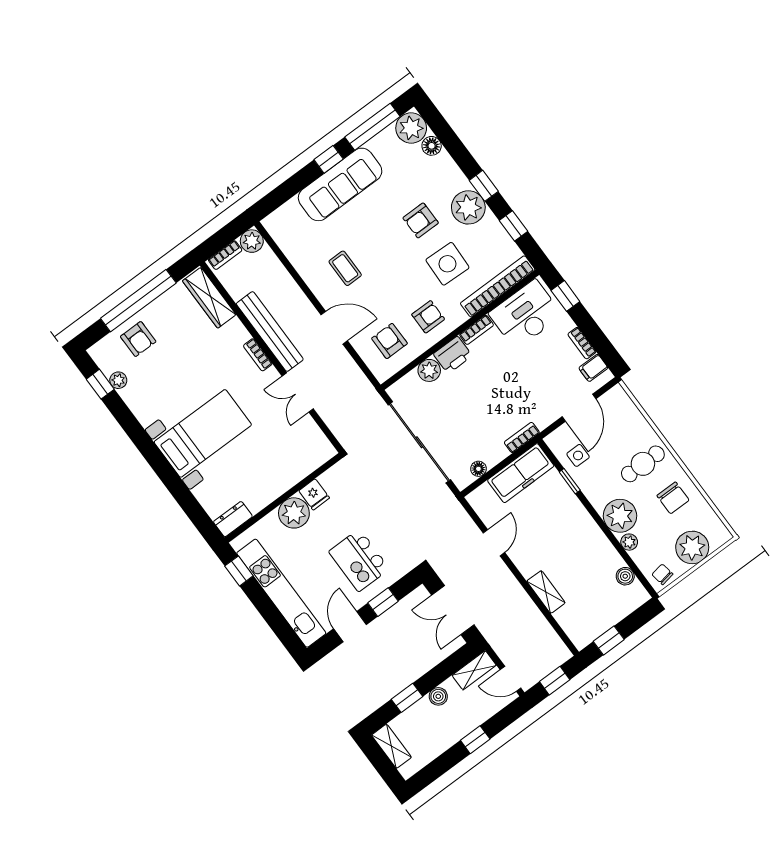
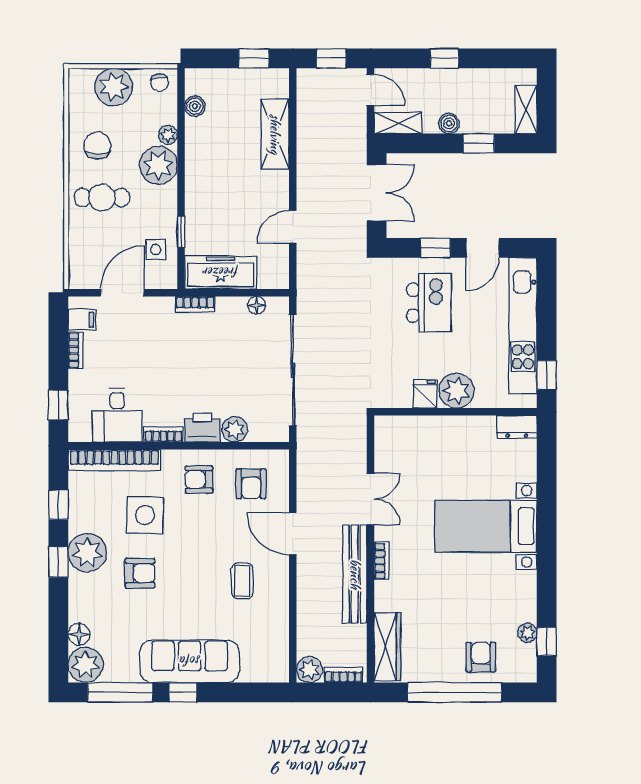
desk: (525, 314) -> (117, 415), width x0.73
shelving: (546, 592) -> (275, 134), width x1.50, depth x1.33

